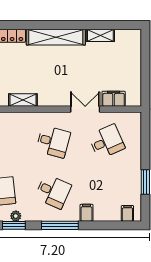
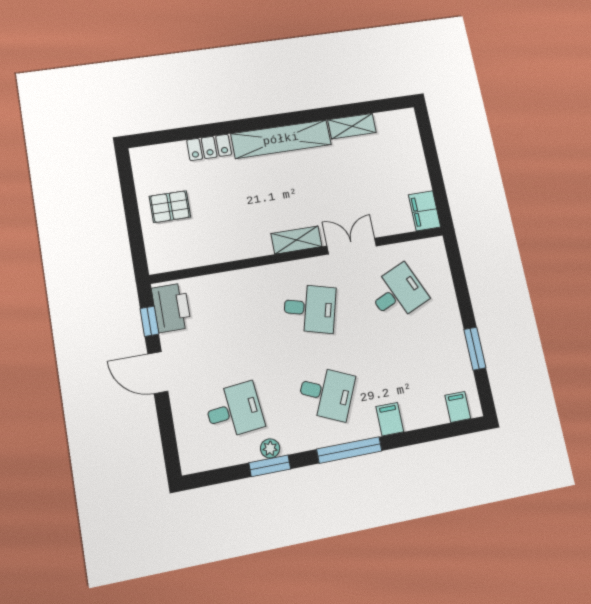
filing cabinet: (114, 99) -> (424, 211), moved, turned -90
shelving: (23, 100) -> (296, 240), moved

